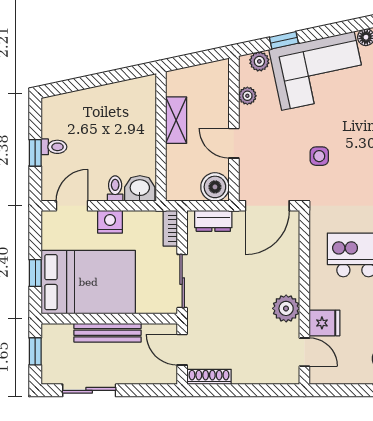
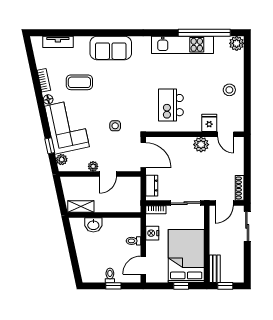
plant: (247, 96) -> (93, 166), moved
shelving: (176, 120) -> (81, 206), moved
boiler: (215, 187) -> (133, 185), removed
washbasin: (140, 188) -> (93, 225), moved, turned -90
door: (72, 206) -> (143, 265), hinge flipped
nightstand: (110, 222) -> (152, 233), moved
bench: (108, 333) -> (215, 269), moved, width x0.73
door: (304, 352) -> (226, 134), swing flipped
sliding door: (89, 390) -> (247, 226), moved

